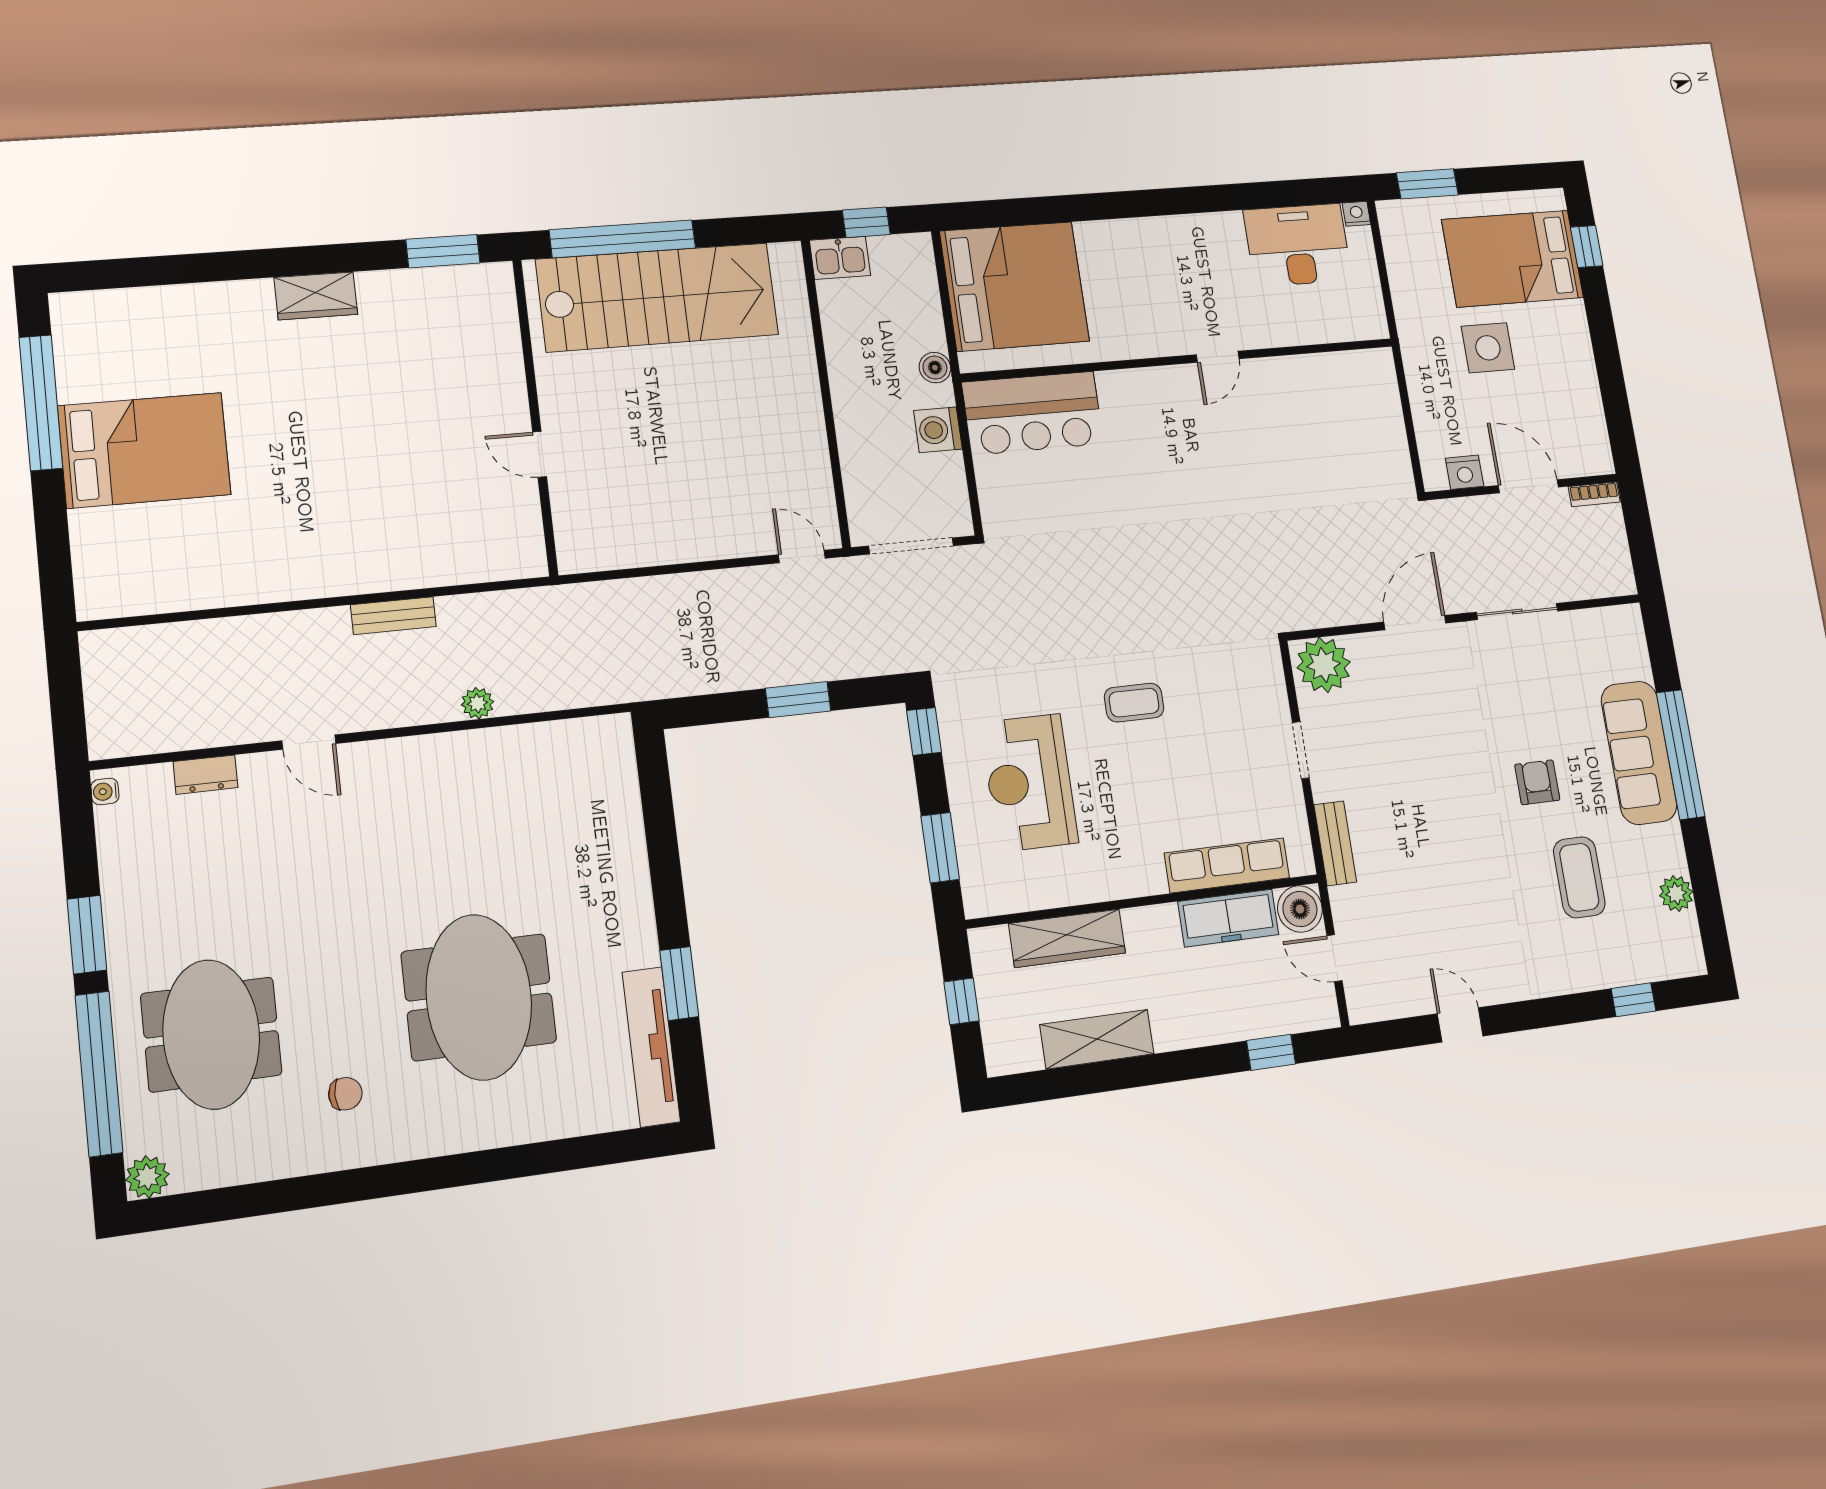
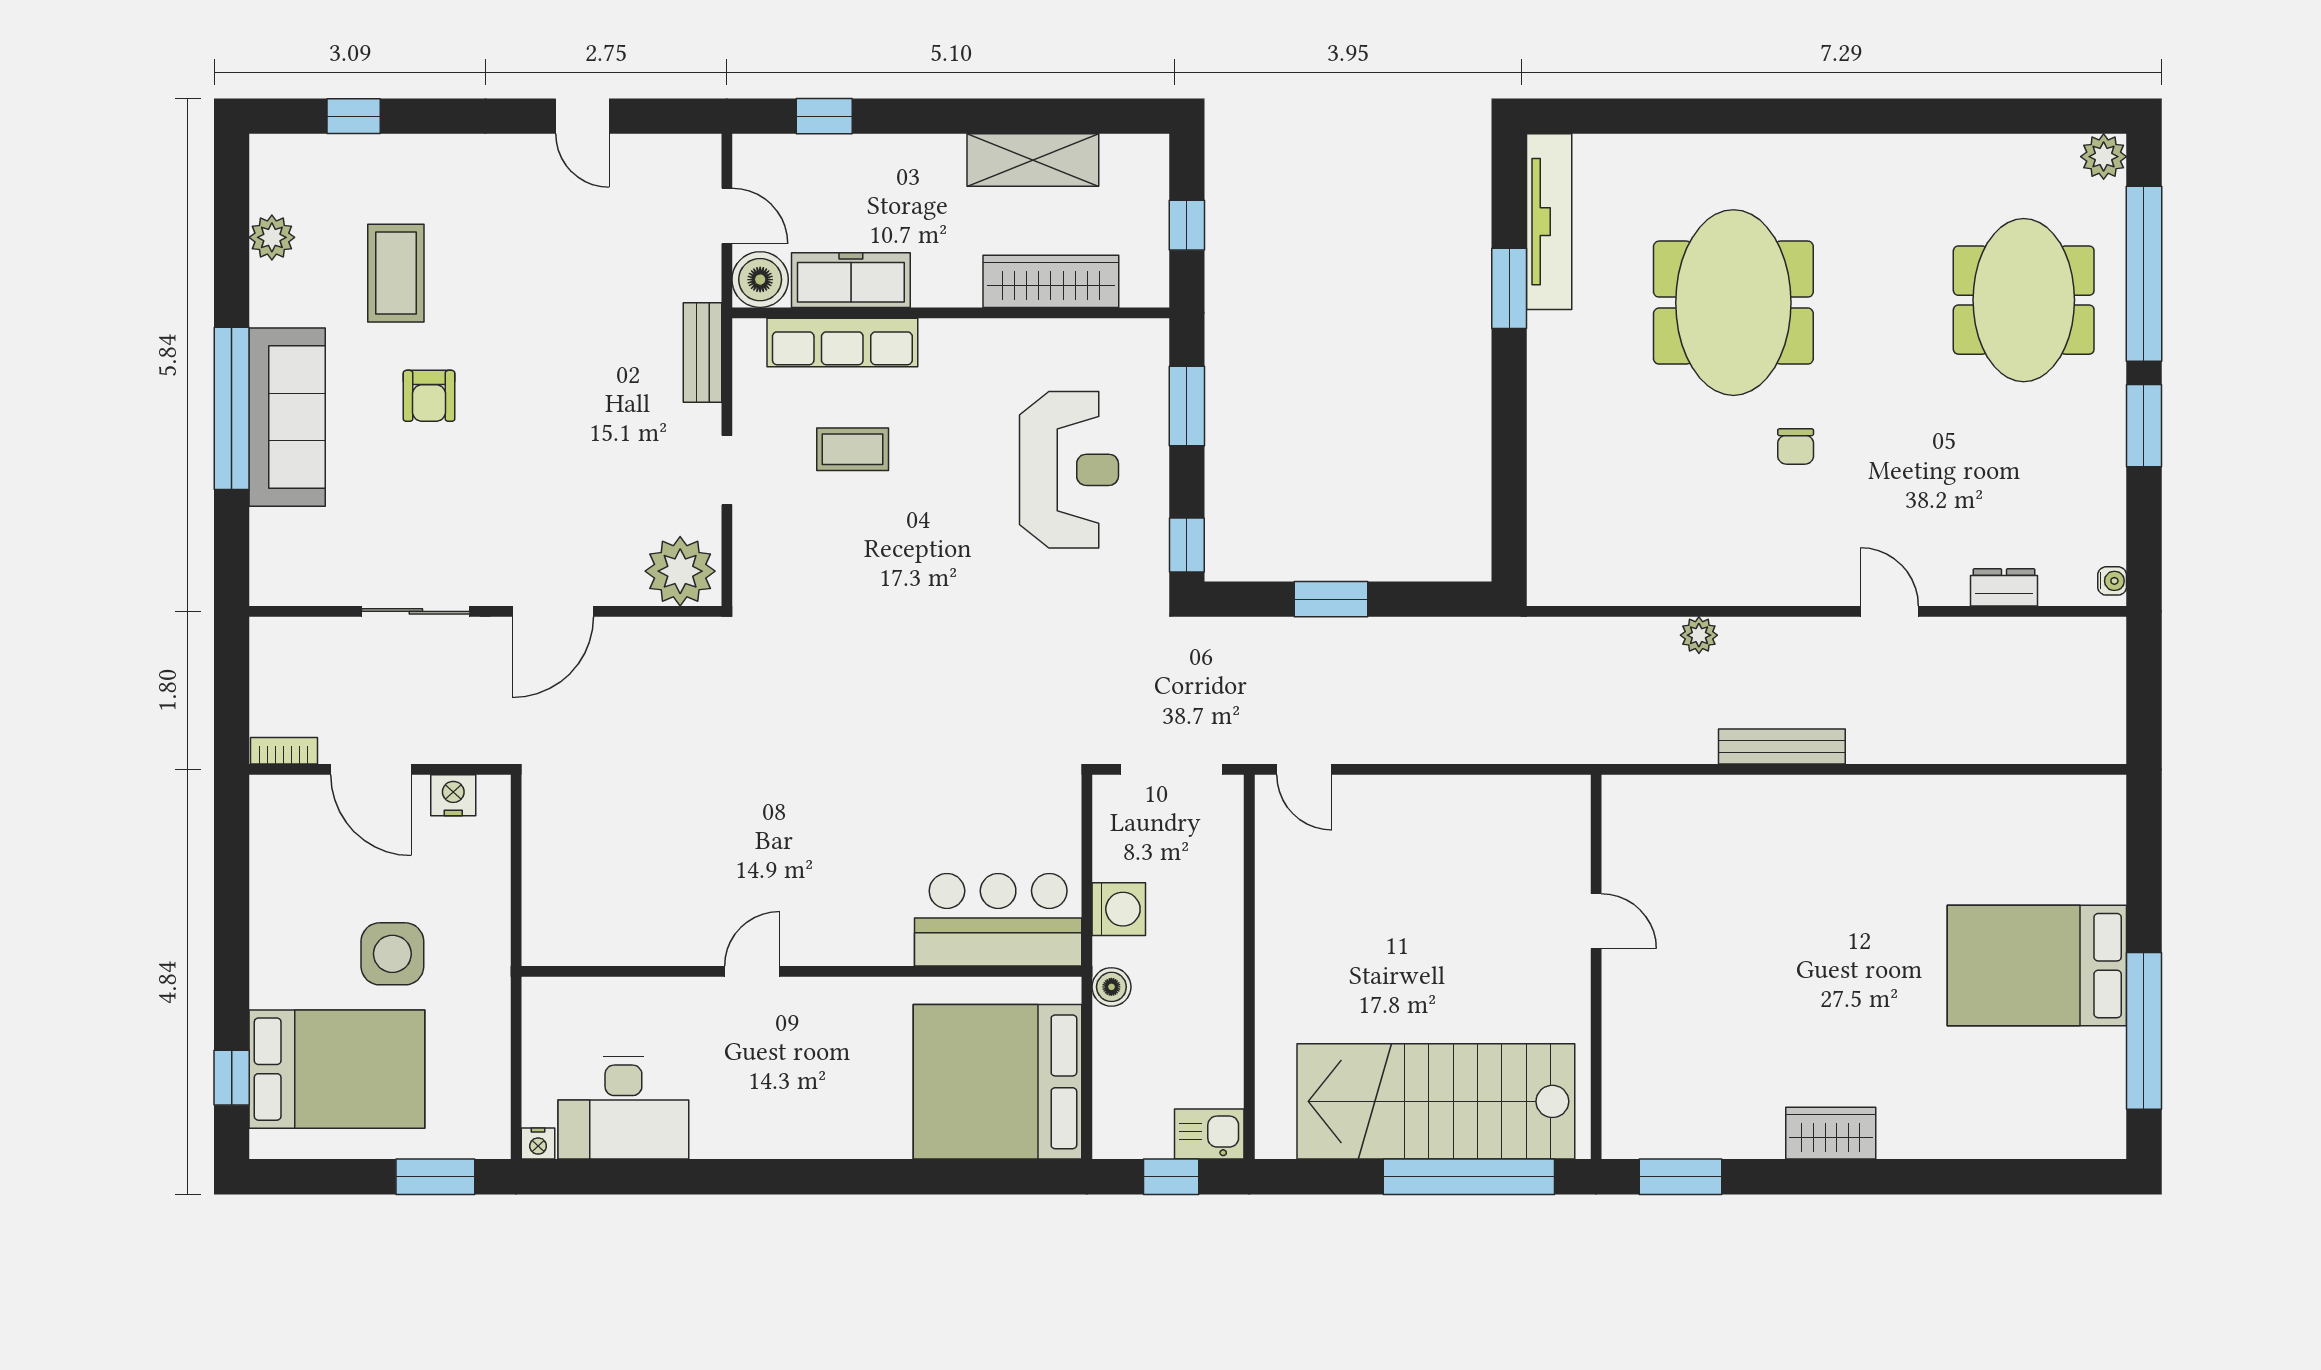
bench: (393, 616) -> (1782, 746), width x1.36
coffee table: (1134, 703) -> (853, 449), moved
chair: (345, 1094) -> (1796, 446), moved, turned -90

